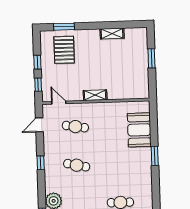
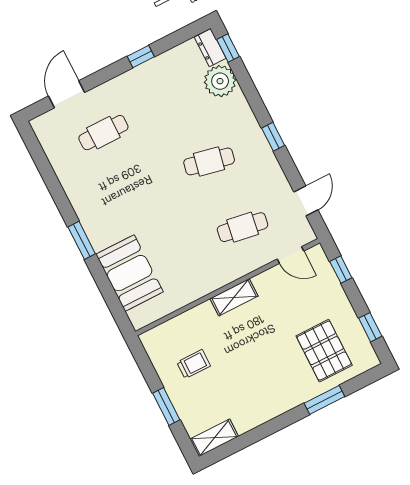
window: (64, 27) -> (324, 400), moved
shelving: (112, 34) -> (214, 438), moved
window: (37, 62) -> (370, 327), moved
trolley: (129, 72) -> (194, 364), added

